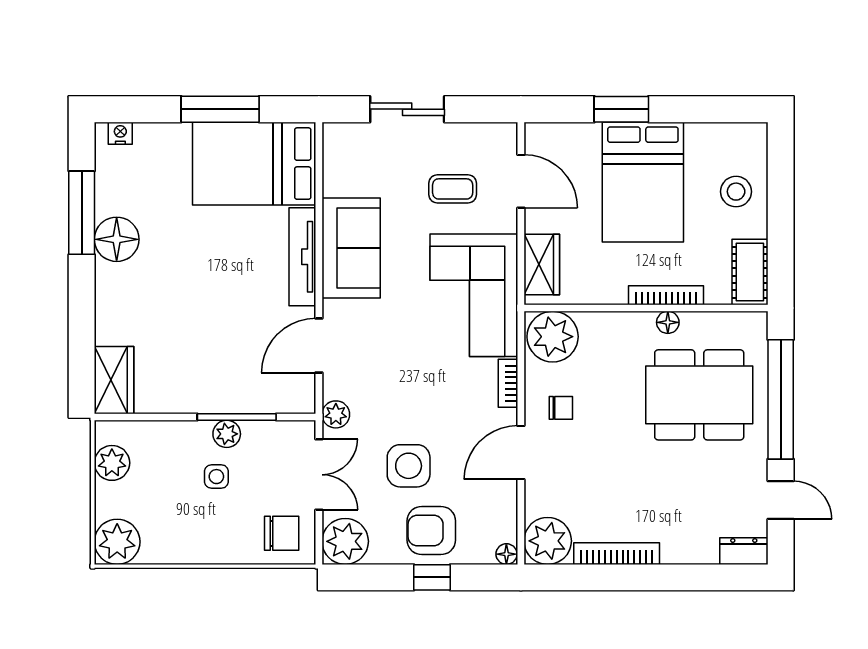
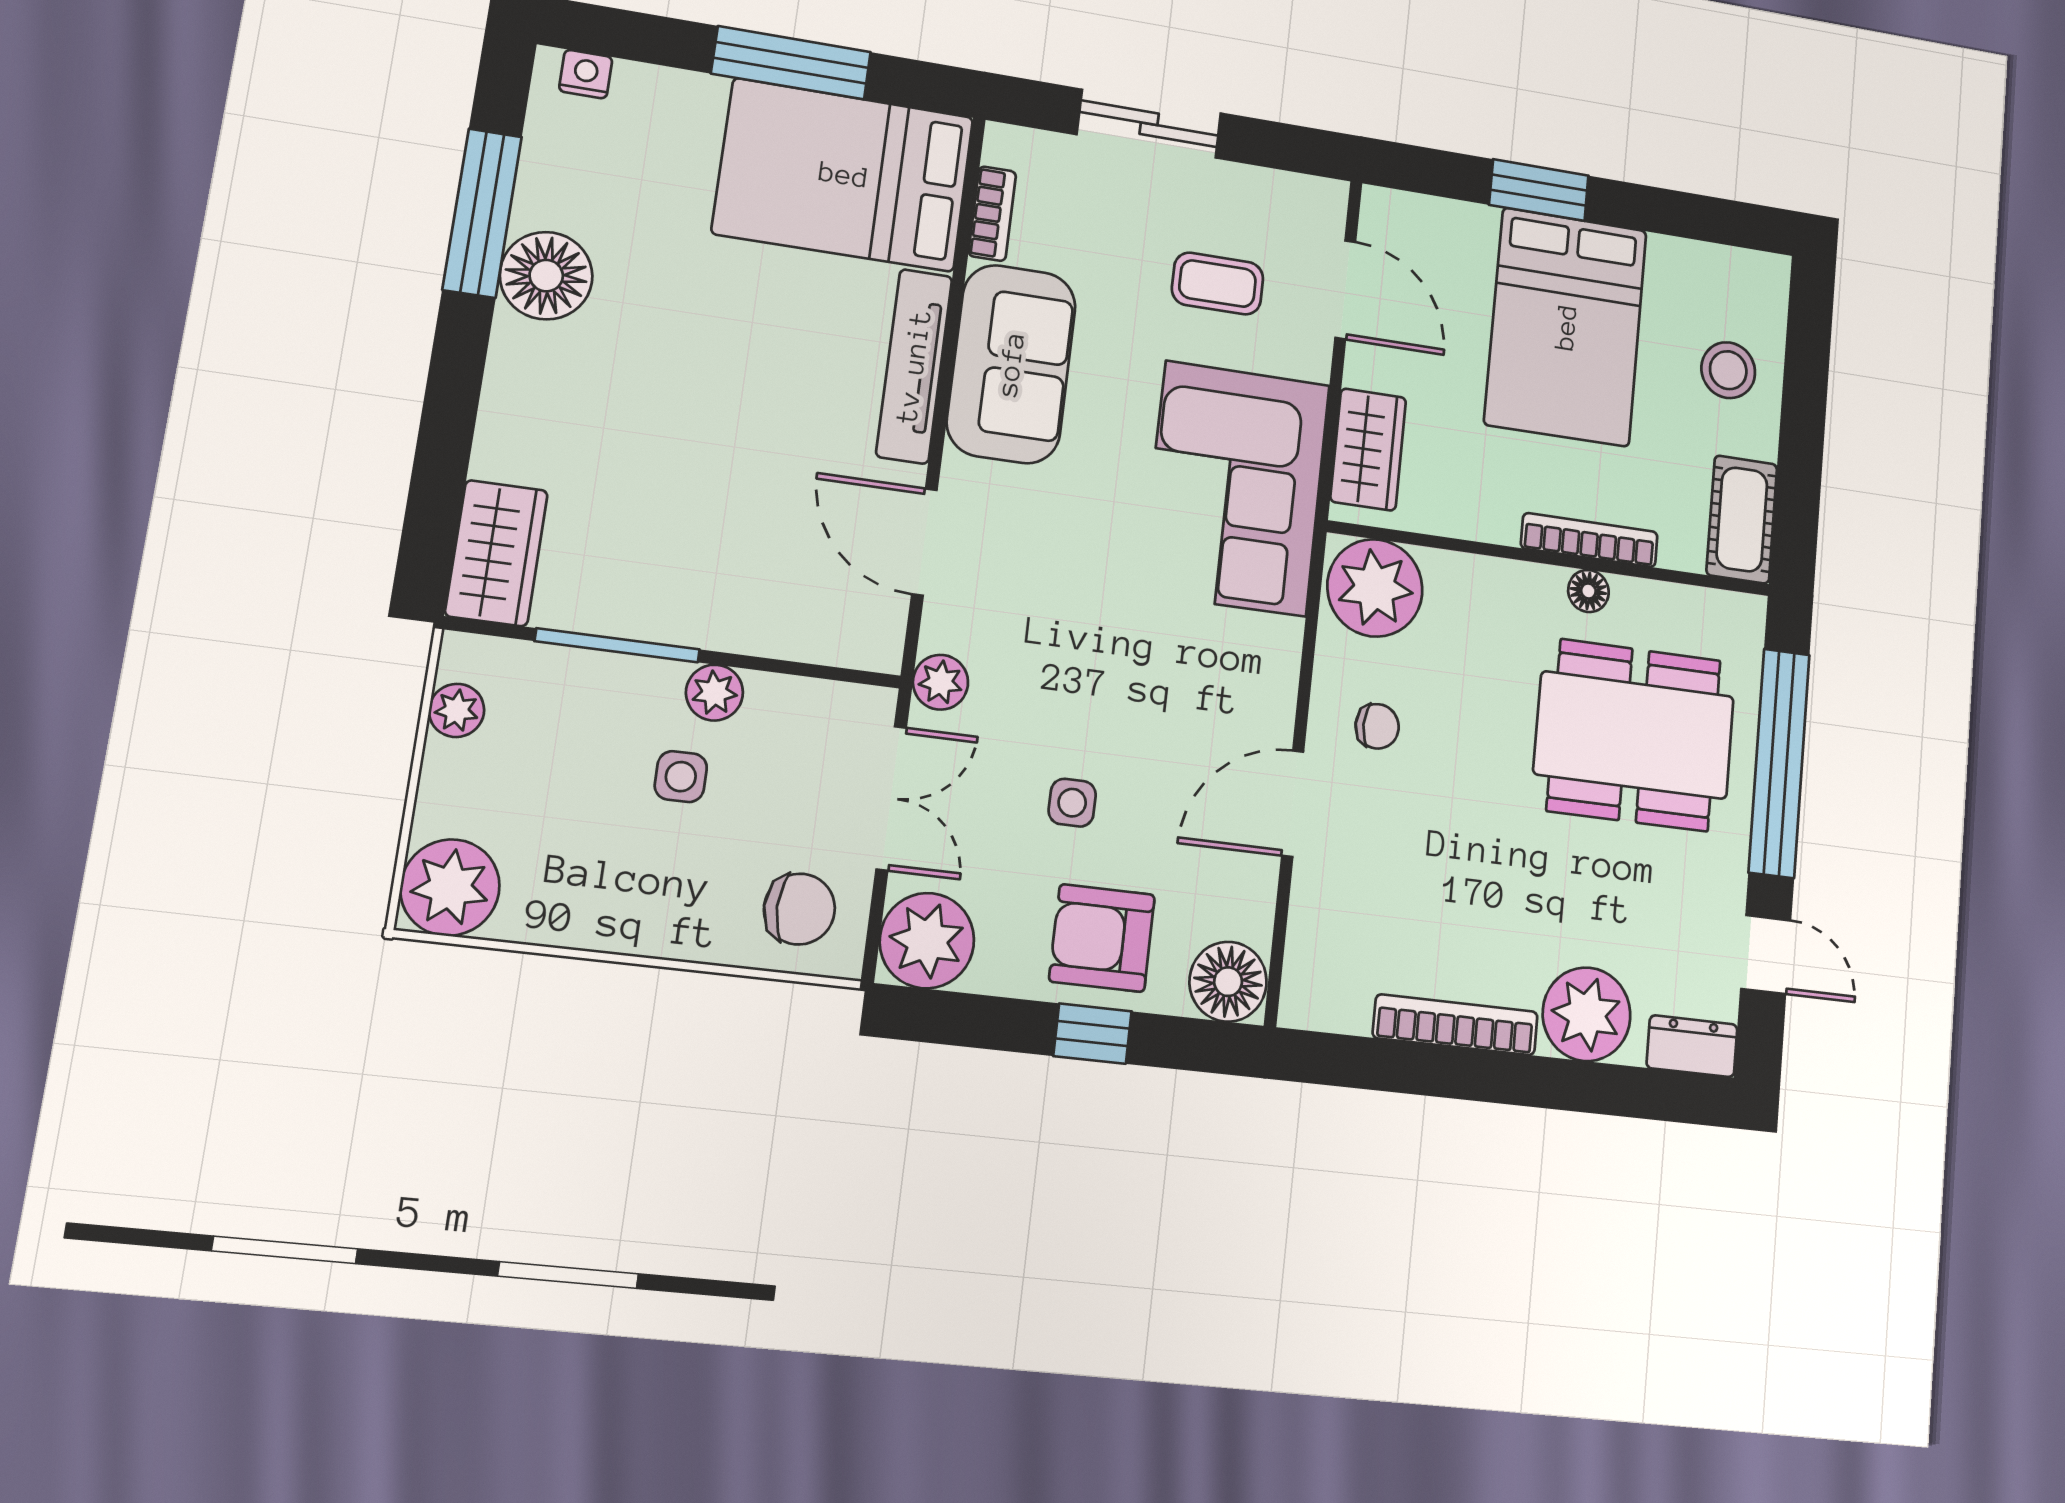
door: (319, 345) -> (924, 542), hinge flipped
bookcase: (508, 383) -> (992, 214), moved, turned 180
window: (237, 417) -> (618, 645), moved
plant: (112, 463) -> (457, 710), width x0.73, depth x0.73
side table: (409, 466) -> (1072, 803), width x0.54, depth x0.54
plant: (548, 541) -> (1587, 1014), moved
floor lamp: (506, 554) -> (1228, 982), width x1.89, depth x1.89

